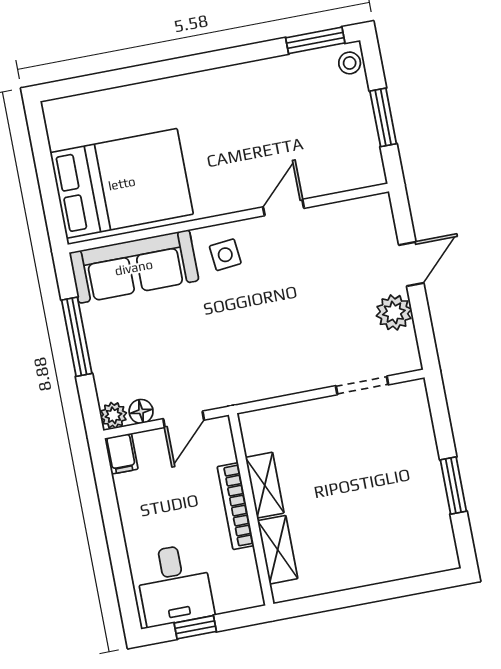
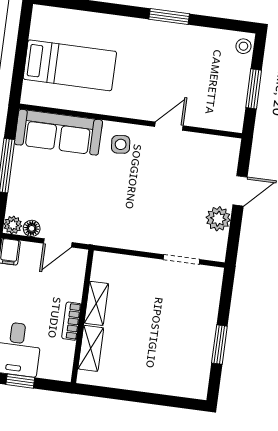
window: (315, 40) -> (169, 16), moved
bed: (122, 183) -> (70, 65), width x0.67
bookcase: (236, 506) -> (71, 321), width x0.64

